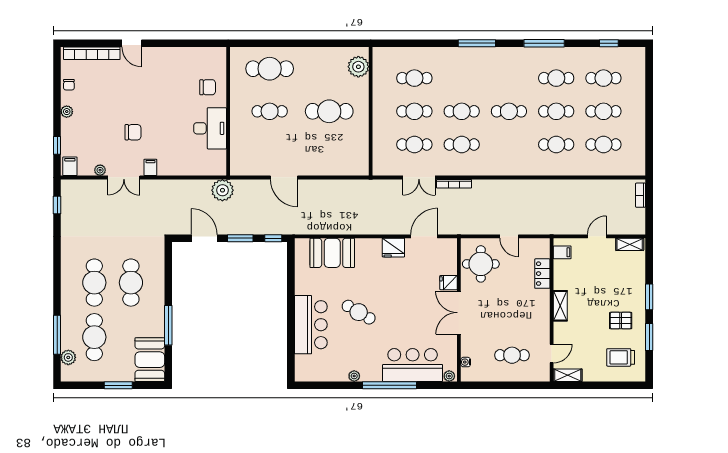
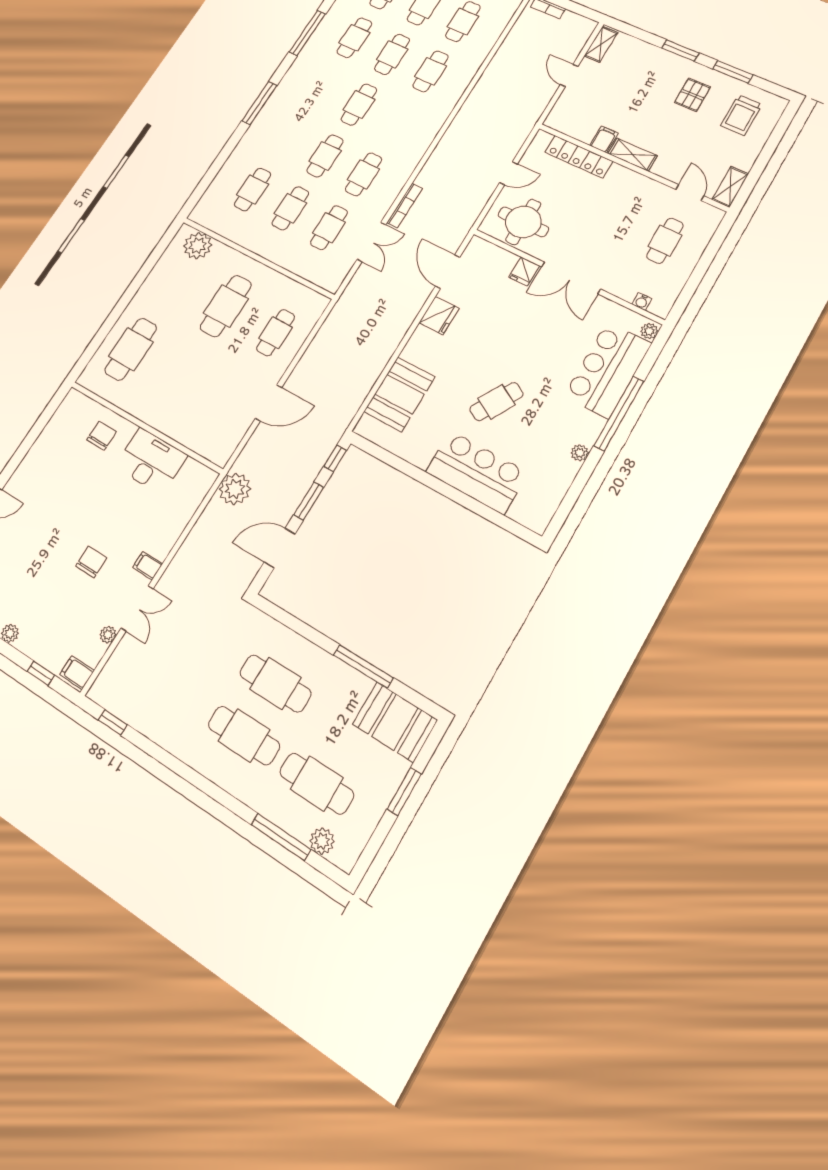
cafe table: (270, 111) -> (276, 333), moved
filing cabinet: (562, 252) -> (604, 139), moved
locker: (542, 274) -> (579, 157), width x1.53

